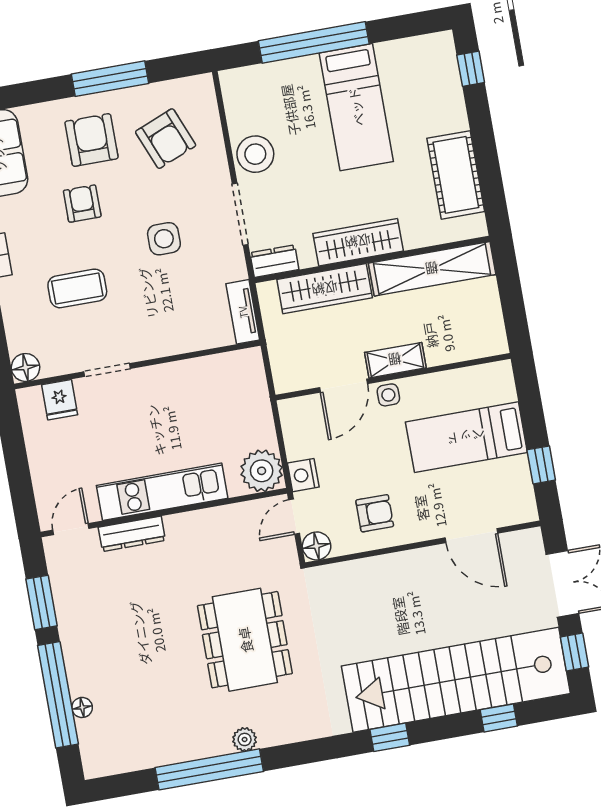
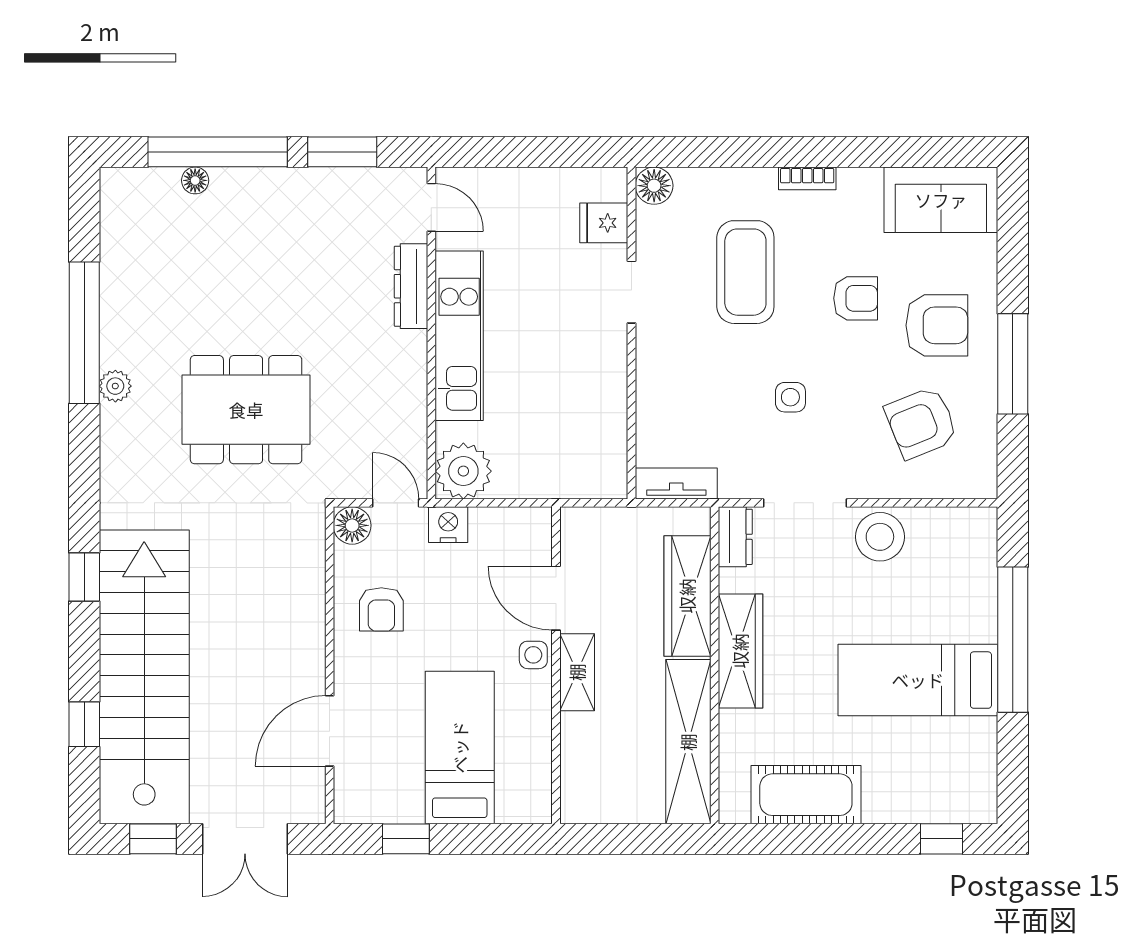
side table: (164, 239) -> (790, 397), width x0.73, depth x0.73
coffee table: (77, 288) -> (745, 272), width x1.36, depth x1.32

